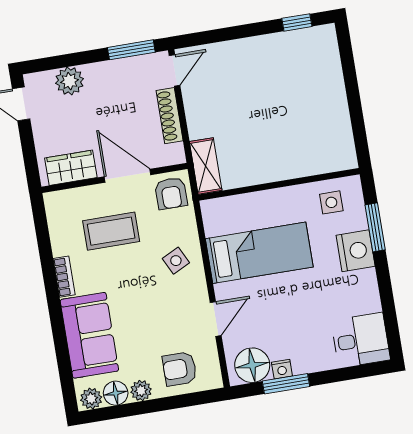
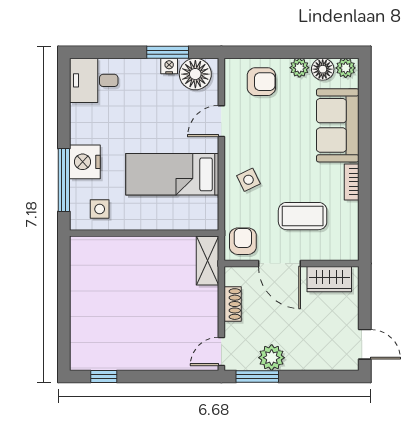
plant: (69, 81) -> (272, 358), moved
shoe rack: (170, 116) -> (233, 304), width x0.70
window: (375, 227) -> (64, 180), width x1.44

